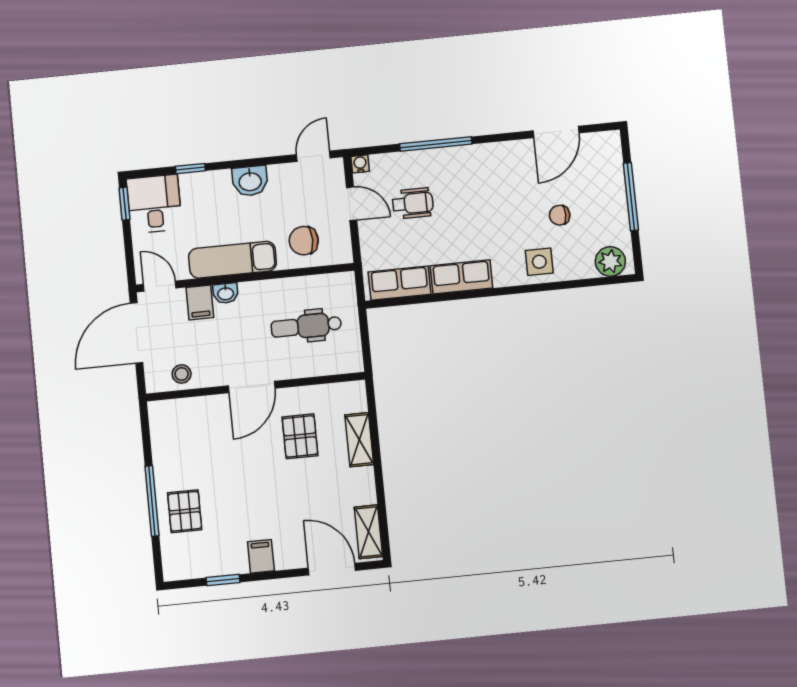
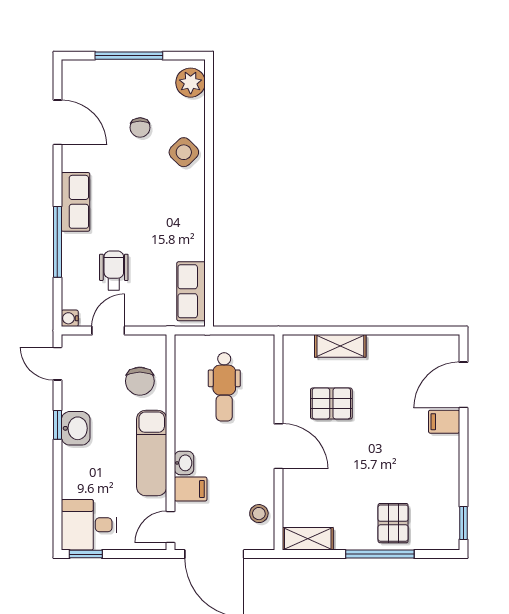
window: (190, 169) -> (57, 425), moved
side table: (539, 262) -> (184, 152), turned 45
row of seats: (461, 277) -> (75, 202), moved, turned 180
pallet: (185, 511) -> (393, 523), turned 90
shelving: (368, 532) -> (308, 539), moved
filing cabinet: (261, 556) -> (444, 422), moved
window: (223, 580) -> (463, 523), moved

